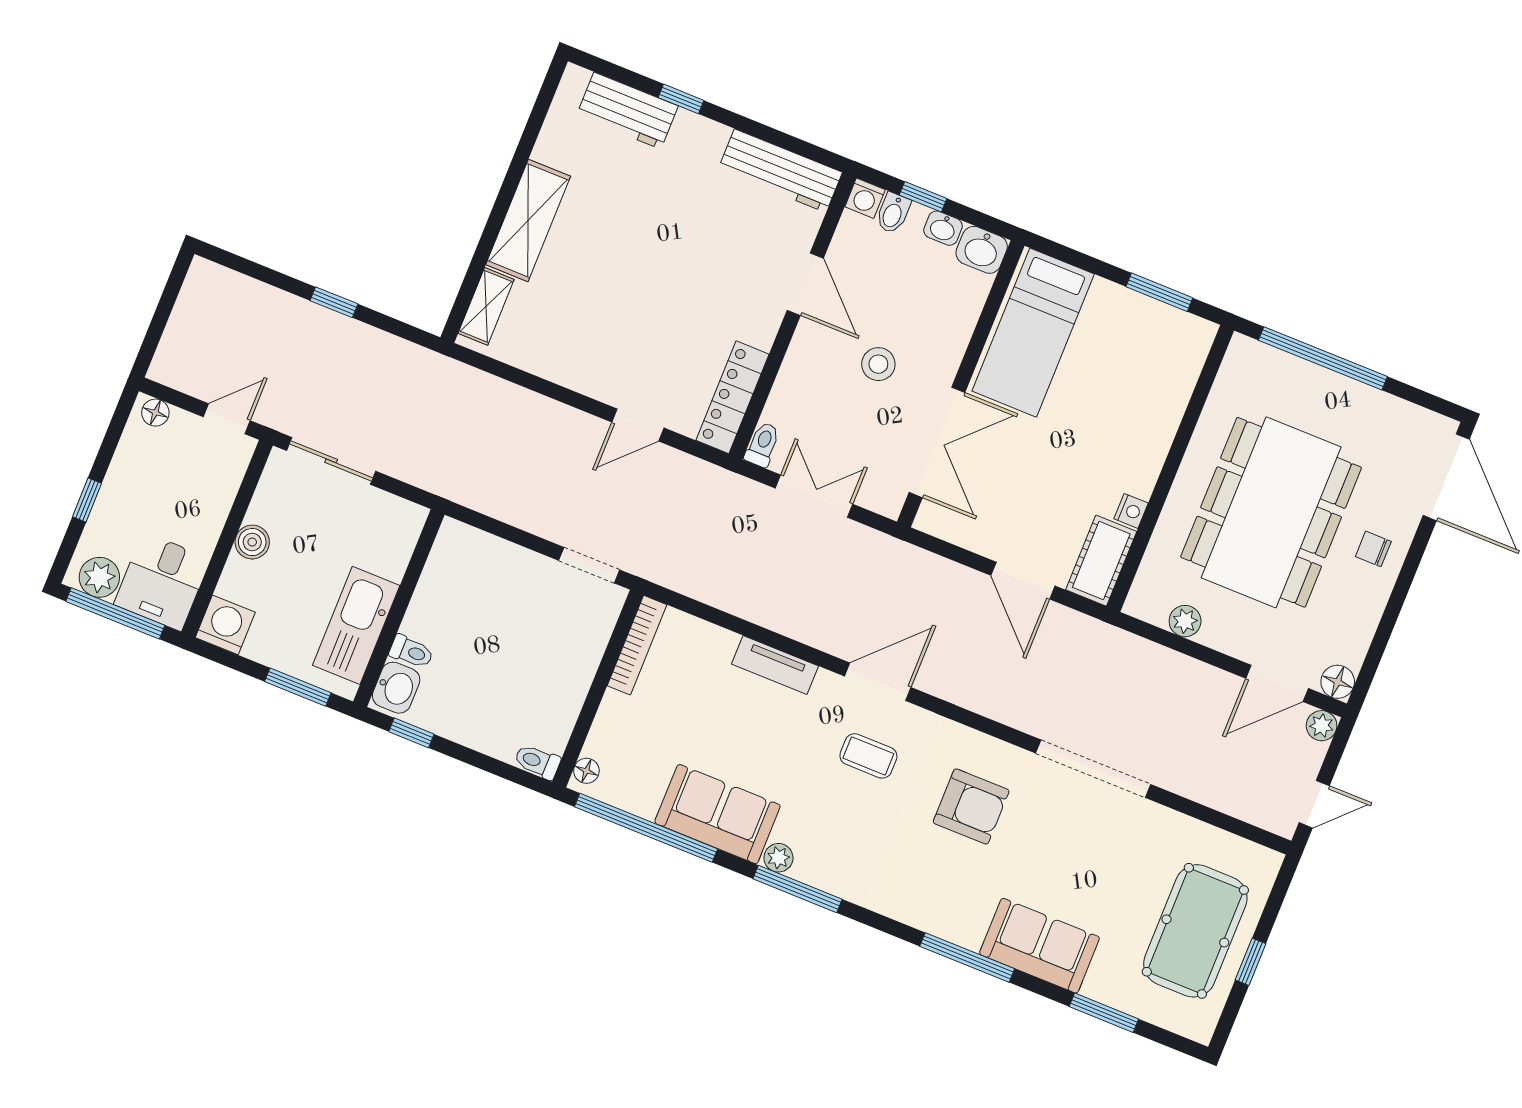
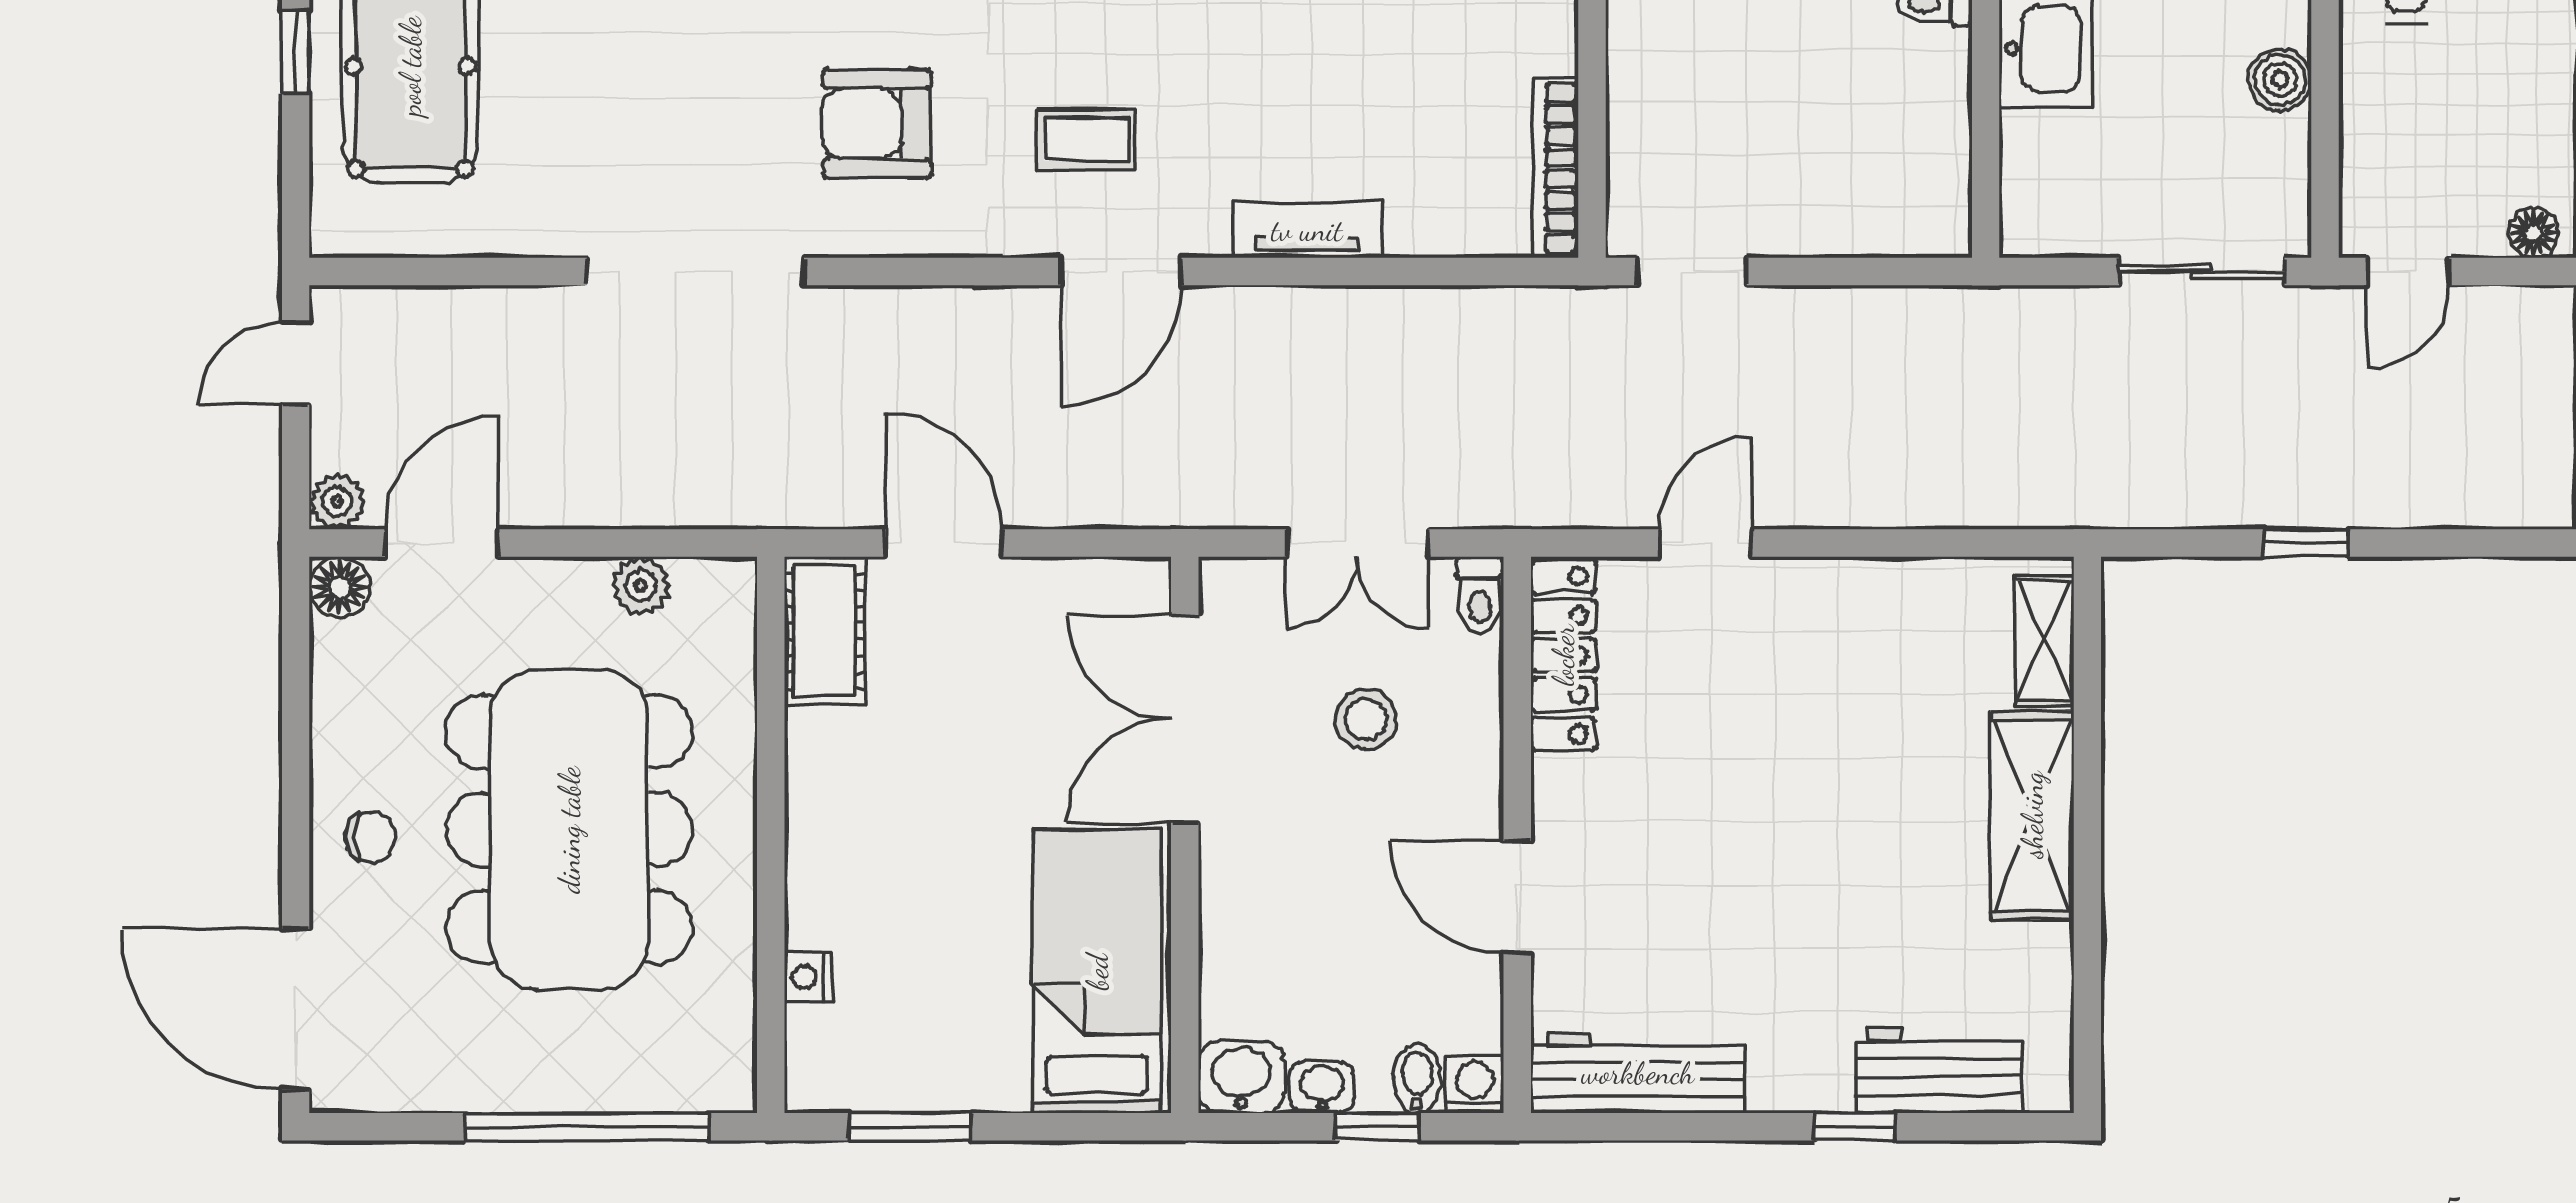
stool: (878, 364) -> (1366, 720), moved
nightstand: (1131, 511) -> (808, 977), moved

